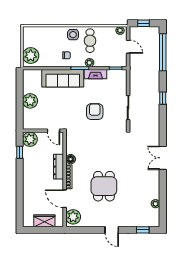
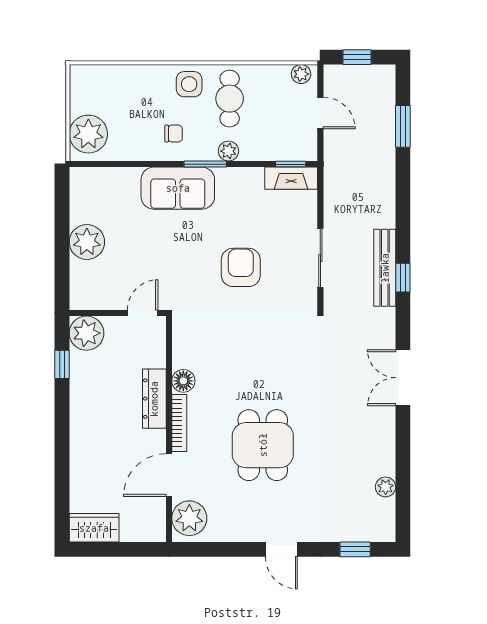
window: (163, 52) -> (403, 126), width x0.47
fireplace: (95, 74) -> (291, 178), moved
sofa: (63, 78) -> (178, 188), width x0.73
window: (163, 98) -> (403, 278), moved
bench: (155, 112) -> (385, 268), added
door: (54, 131) -> (143, 313), swing flipped
door: (65, 199) -> (169, 475), hinge flipped
wardrobe: (44, 221) -> (94, 528), moved

